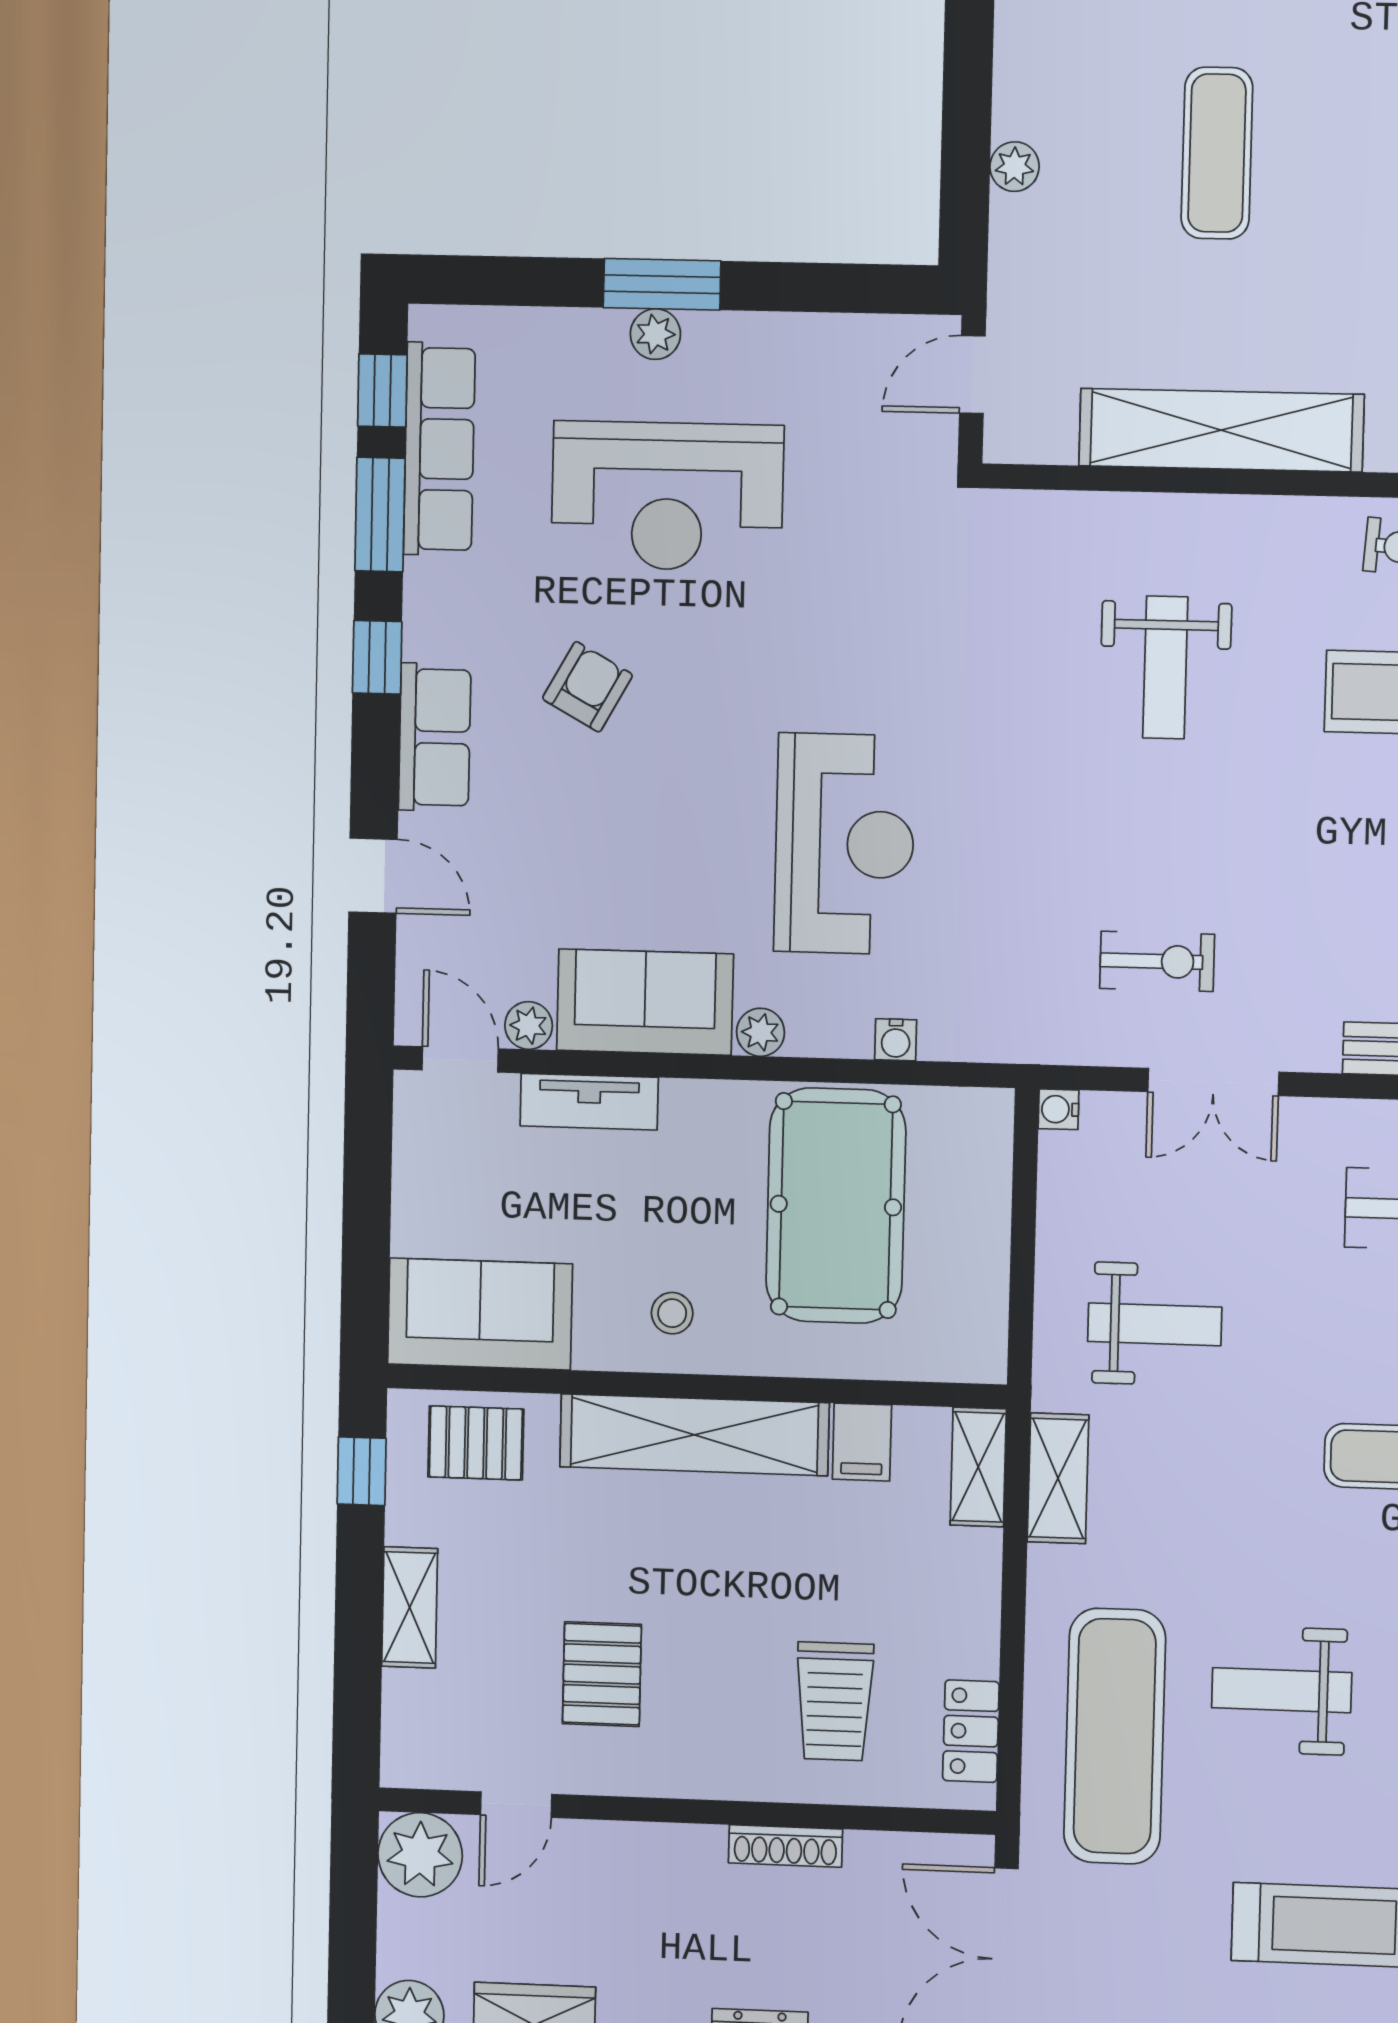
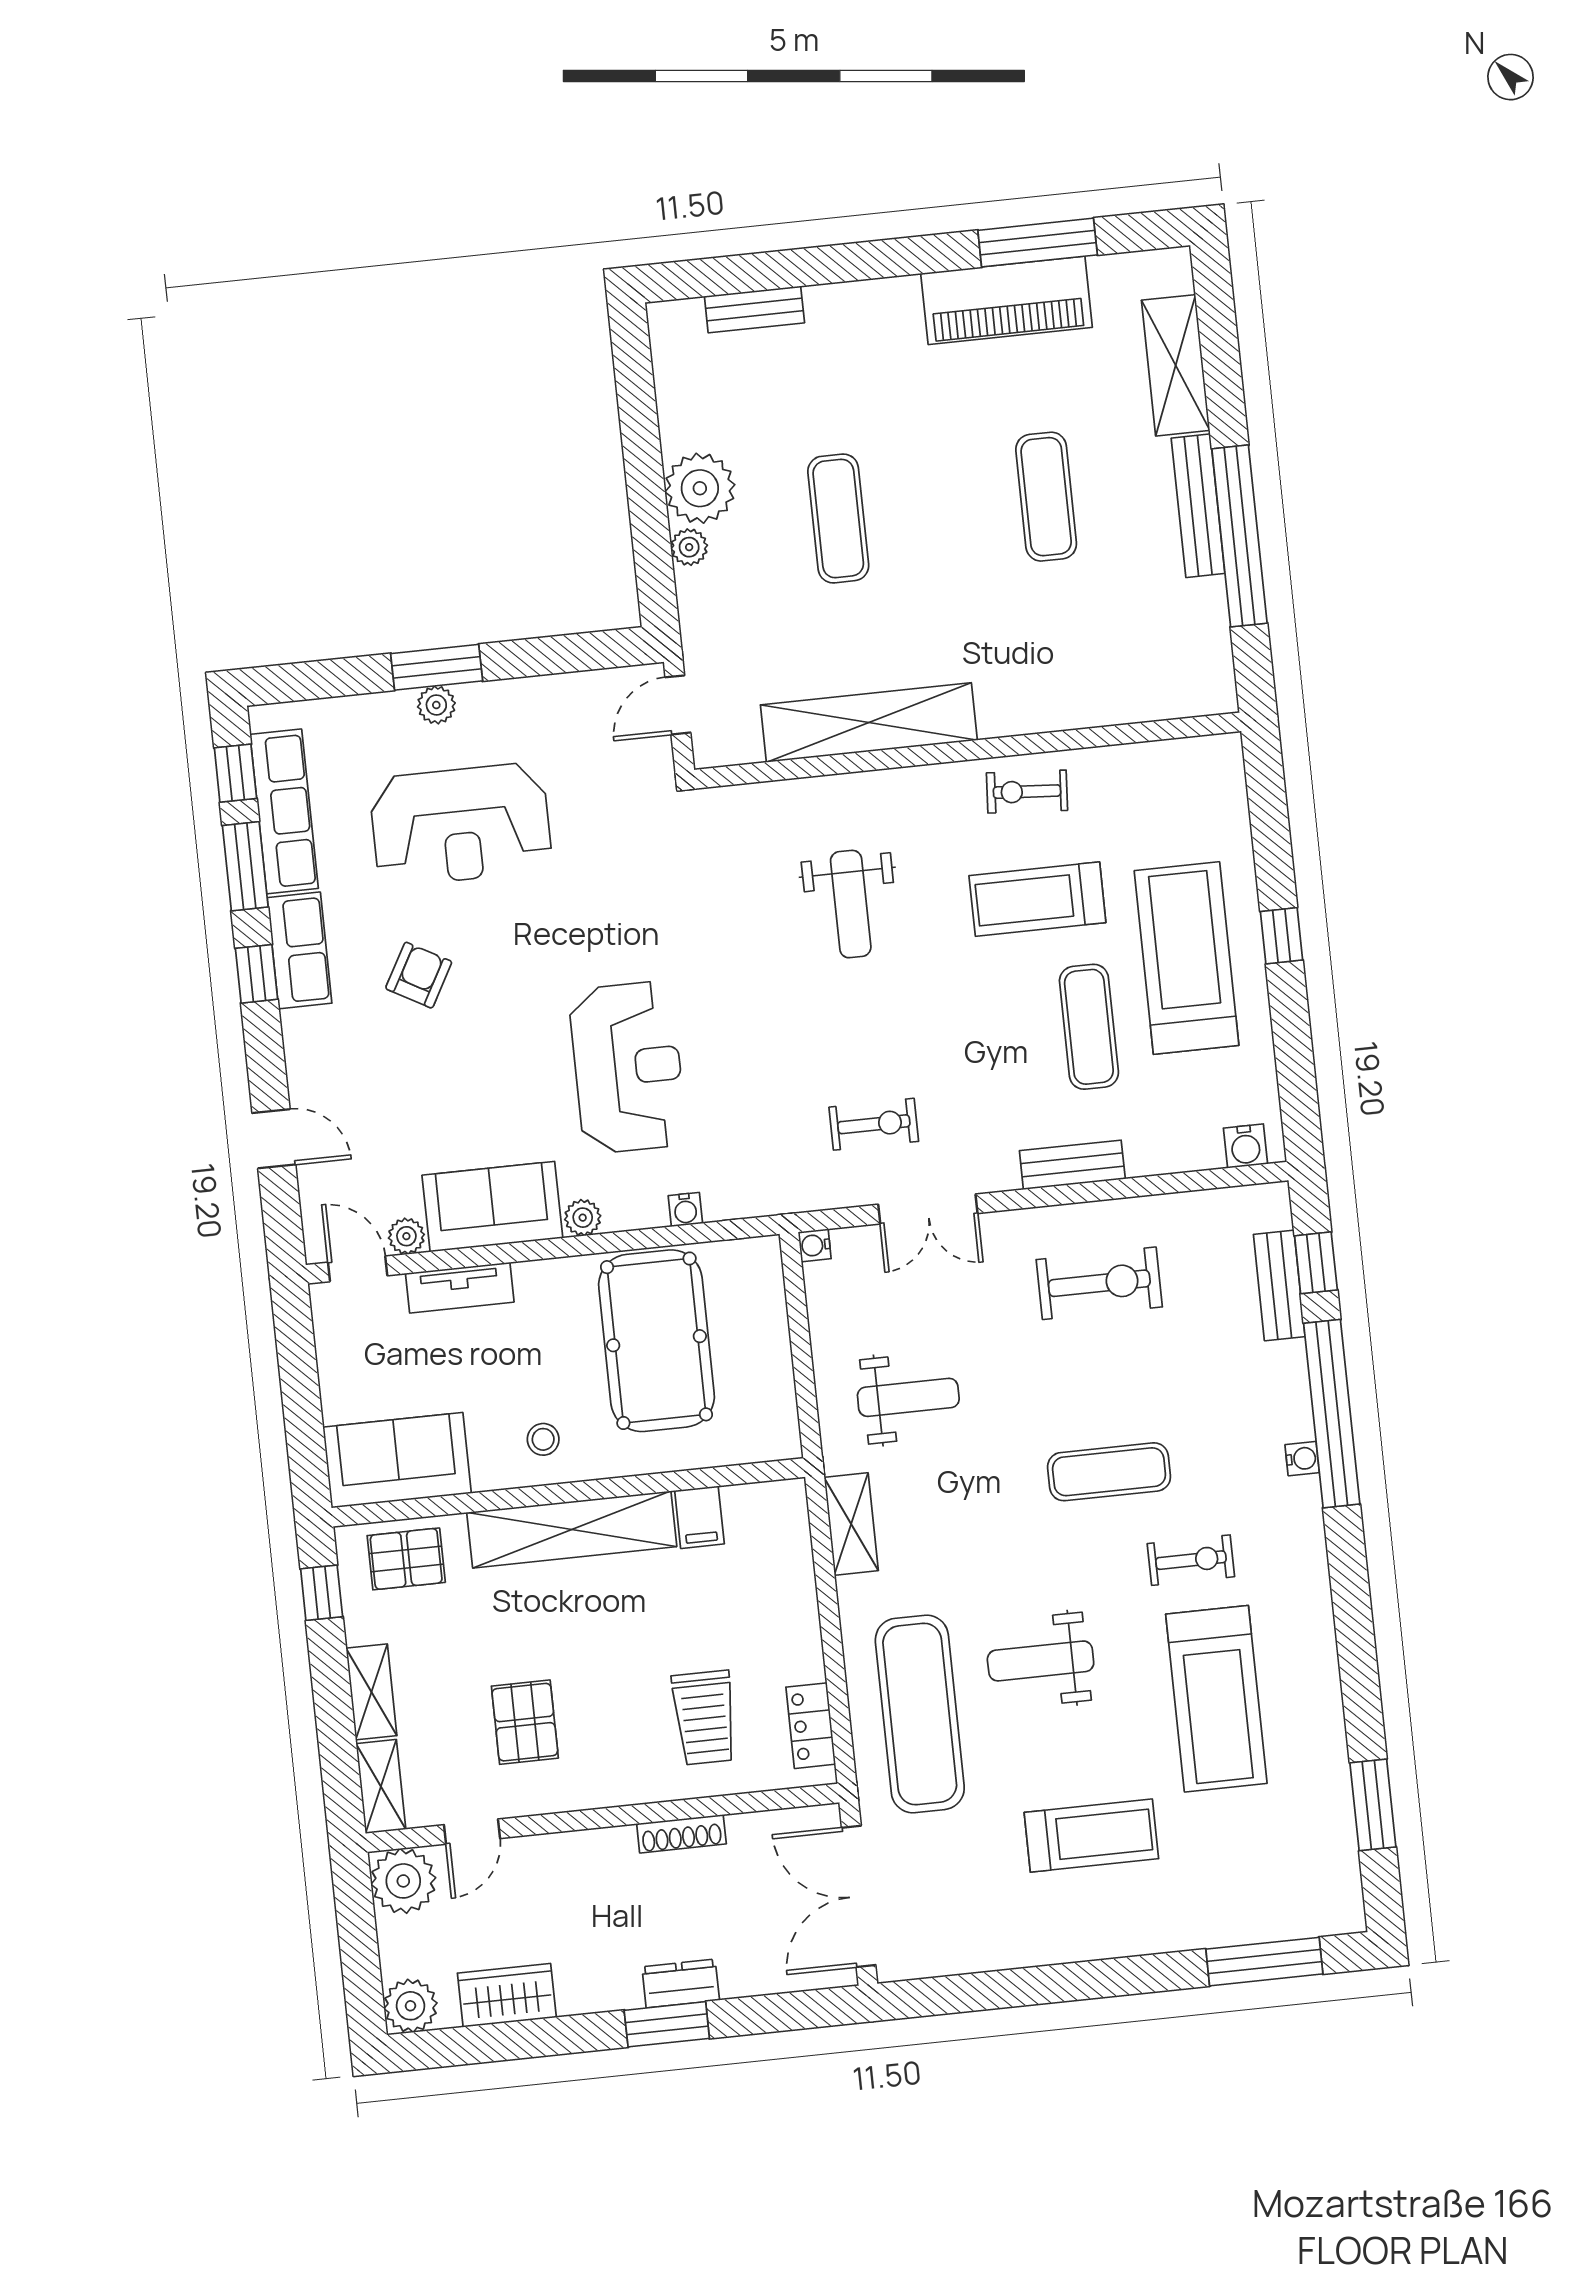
plant: (1039, 90) -> (700, 488), added
row of seats: (435, 737) -> (300, 950), moved
shelving: (978, 1467) -> (381, 1786), moved

